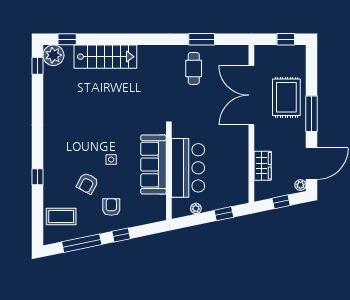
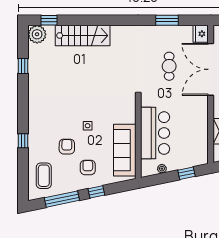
fridge: (240, 55) -> (201, 34), added
window: (37, 66) -> (23, 66), moved
cafe table: (194, 68) -> (169, 66), moved
sofa: (153, 165) -> (125, 150), moved
armchair: (87, 183) -> (67, 147), turned 153
coffee table: (61, 217) -> (44, 176), turned 90

